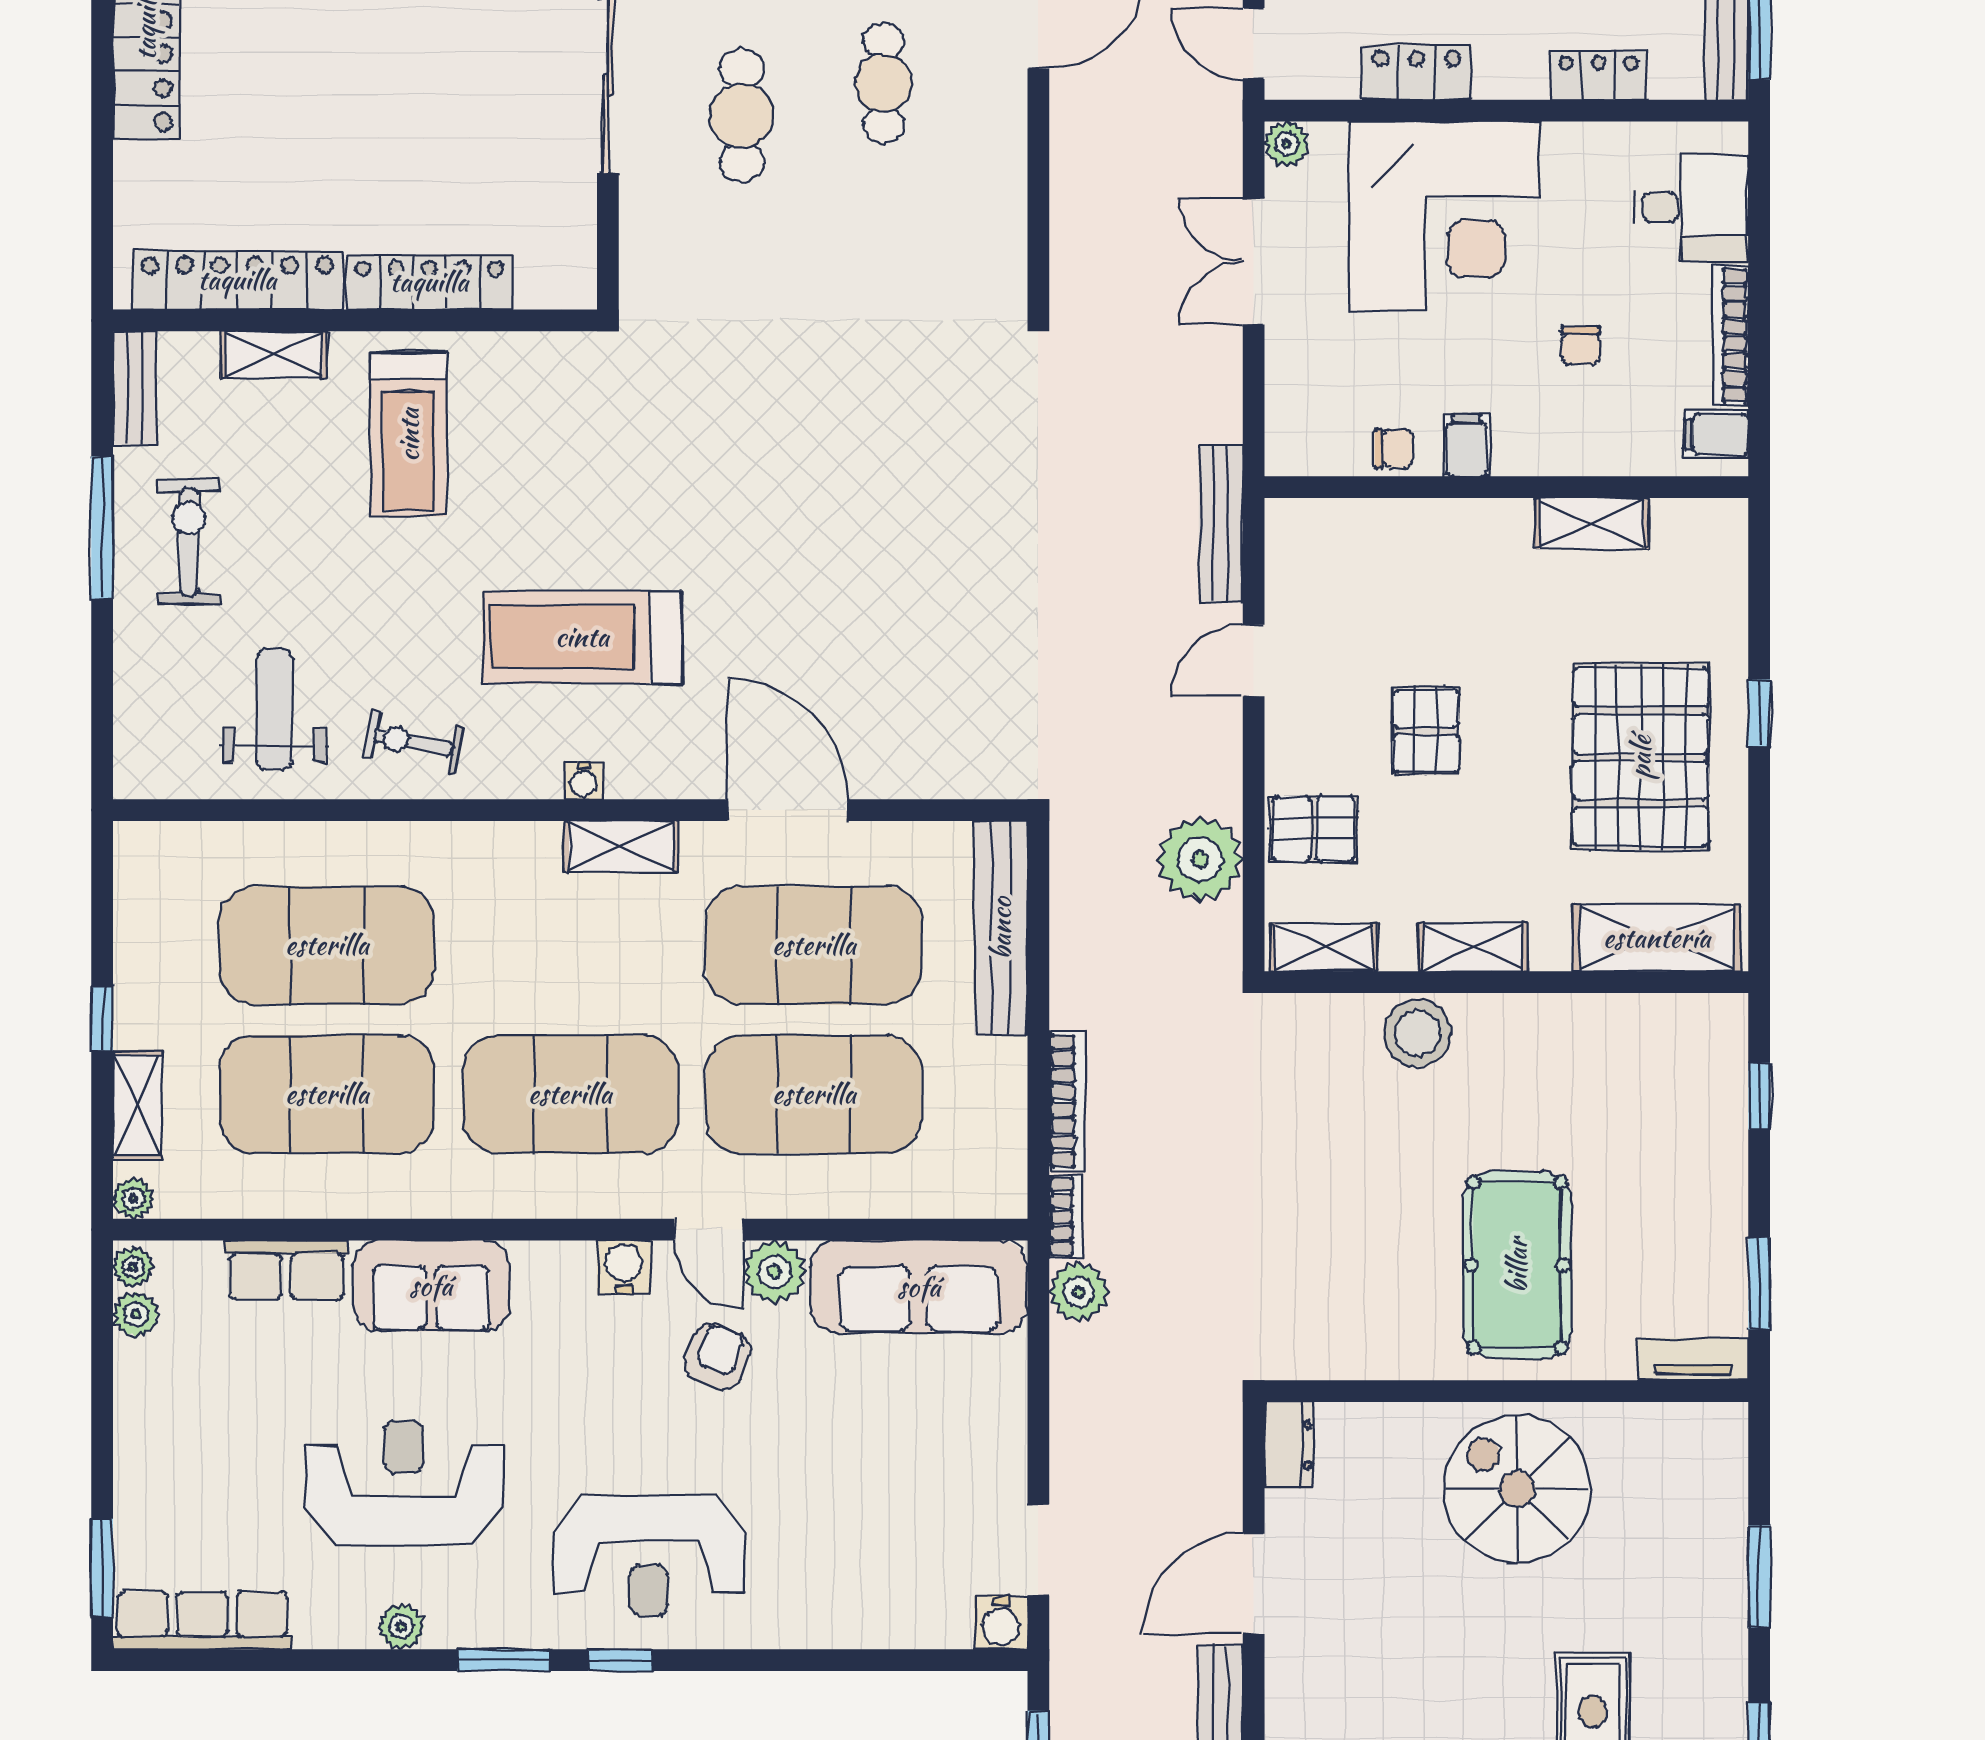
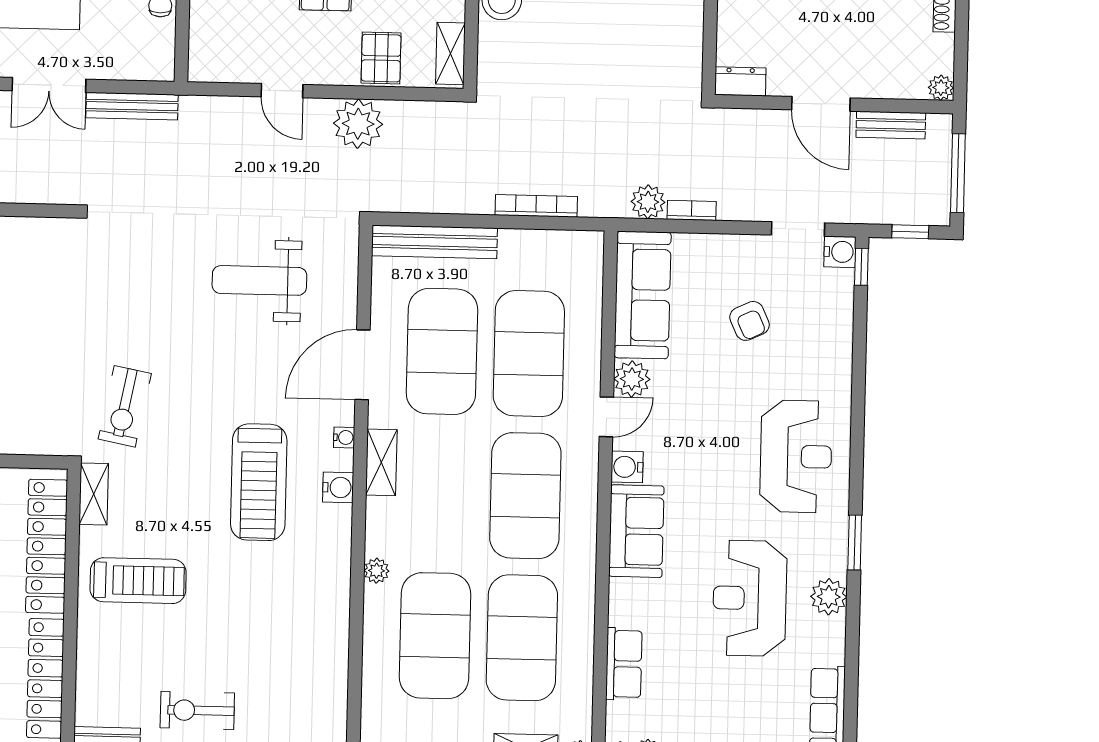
locker: (429, 282) -> (47, 546), width x1.41, depth x1.21
shelving: (274, 355) -> (94, 494), moved
bench: (1221, 524) -> (132, 106), moved
weight bench: (274, 709) -> (259, 280), moved, width x1.36, depth x1.33
exercise bike: (413, 742) -> (125, 406), moved, width x1.38, depth x1.39
water cooler: (584, 781) -> (338, 487), width x1.38, depth x1.38
water cooler: (662, 782) -> (344, 437), added
plant: (436, 843) -> (377, 571), added
plant: (1200, 859) -> (358, 124), moved
bookcase: (1066, 1217) -> (692, 210), moved
sofa: (431, 1286) -> (636, 531), moved
armchair: (718, 1357) -> (749, 321), moved, turned -136
plant: (401, 1627) -> (829, 597), width x1.38, depth x1.38
window: (620, 1660) -> (861, 267), moved

